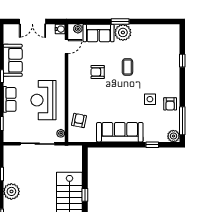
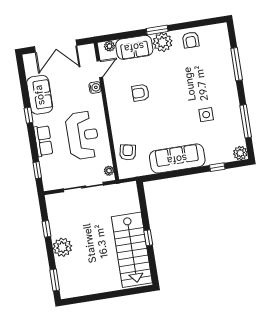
double door: (32, 22) -> (56, 46), width x1.37
water cooler: (60, 29) -> (95, 87), moved
window: (182, 61) -> (237, 64), width x2.17
coffee table: (127, 67) -> (174, 81), removed
reception desk: (43, 100) -> (83, 135), turned 180
armchair: (170, 104) -> (191, 40), moved
window: (182, 121) -> (246, 121), moved

